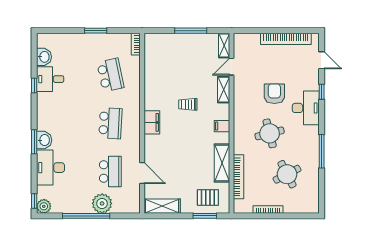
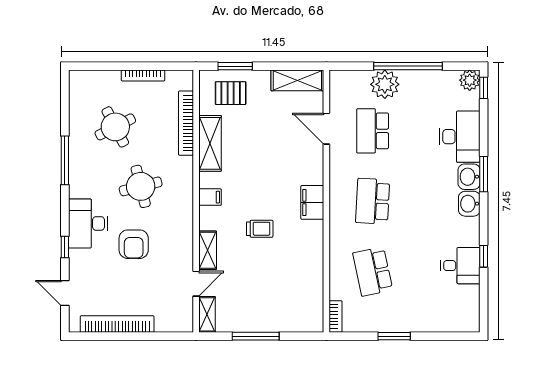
washbasin: (44, 57) -> (469, 204), moved

